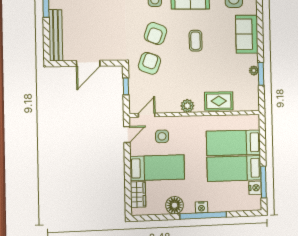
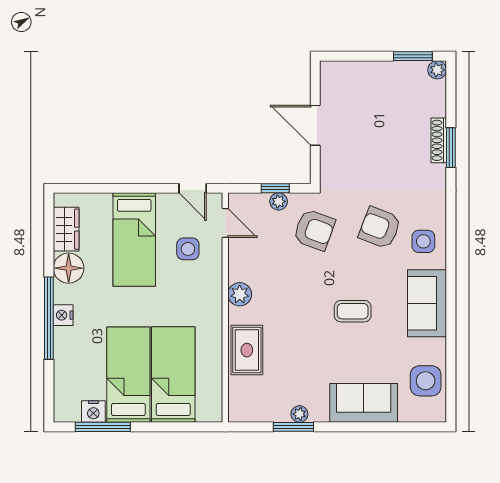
armchair: (156, 34) -> (380, 228), moved
bench: (56, 35) -> (363, 72), removed
plant: (133, 84) -> (279, 201), added
wardrobe: (138, 195) -> (66, 229), moved, turned -90

